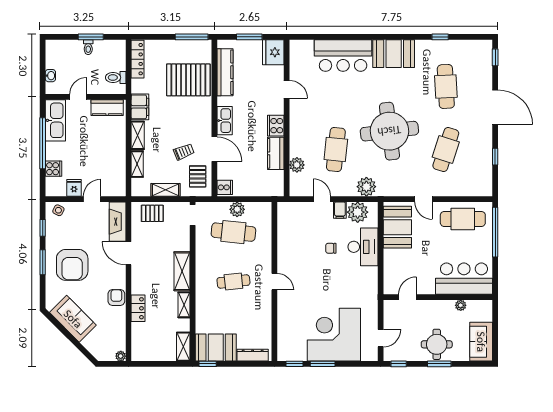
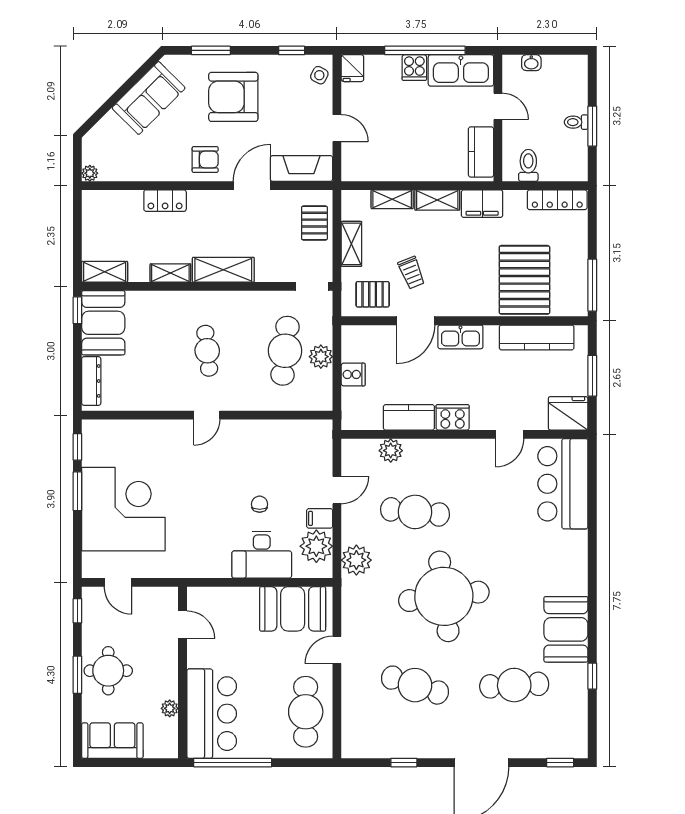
booth: (394, 54) -> (566, 629), moved
bar counter: (343, 56) -> (563, 484), moved
cooker: (54, 169) -> (414, 68), moved
cooker: (225, 187) -> (353, 374), moved, turned -90
fridge: (74, 188) -> (352, 68), moved, turned 90
window: (495, 232) -> (233, 763), moved
window: (43, 262) -> (211, 50), moved
armchair: (116, 298) -> (205, 160), moved

